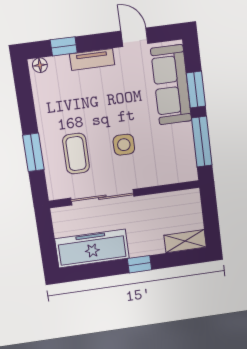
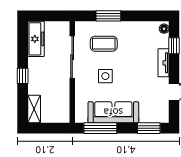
sofa: (171, 85) -> (113, 112), moved
window: (196, 90) -> (149, 128), moved
freezer: (92, 249) -> (36, 39), width x0.73, depth x0.79

